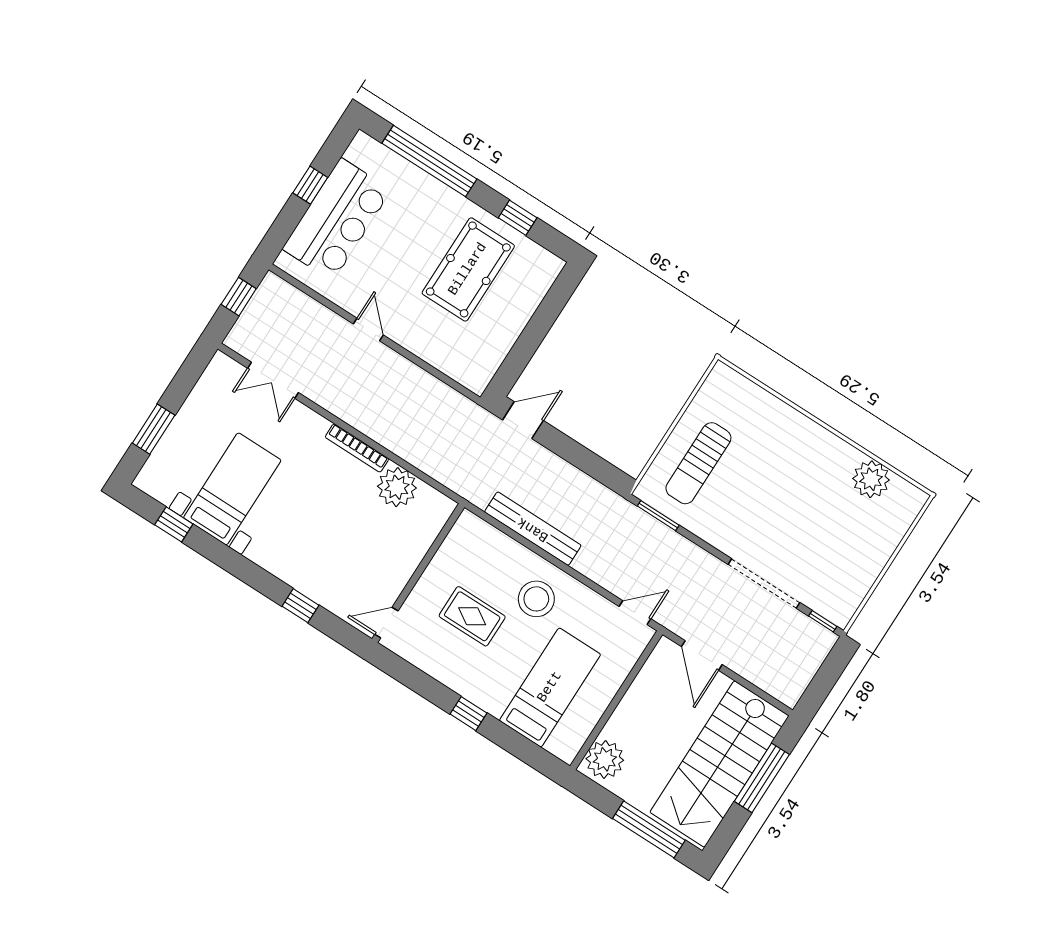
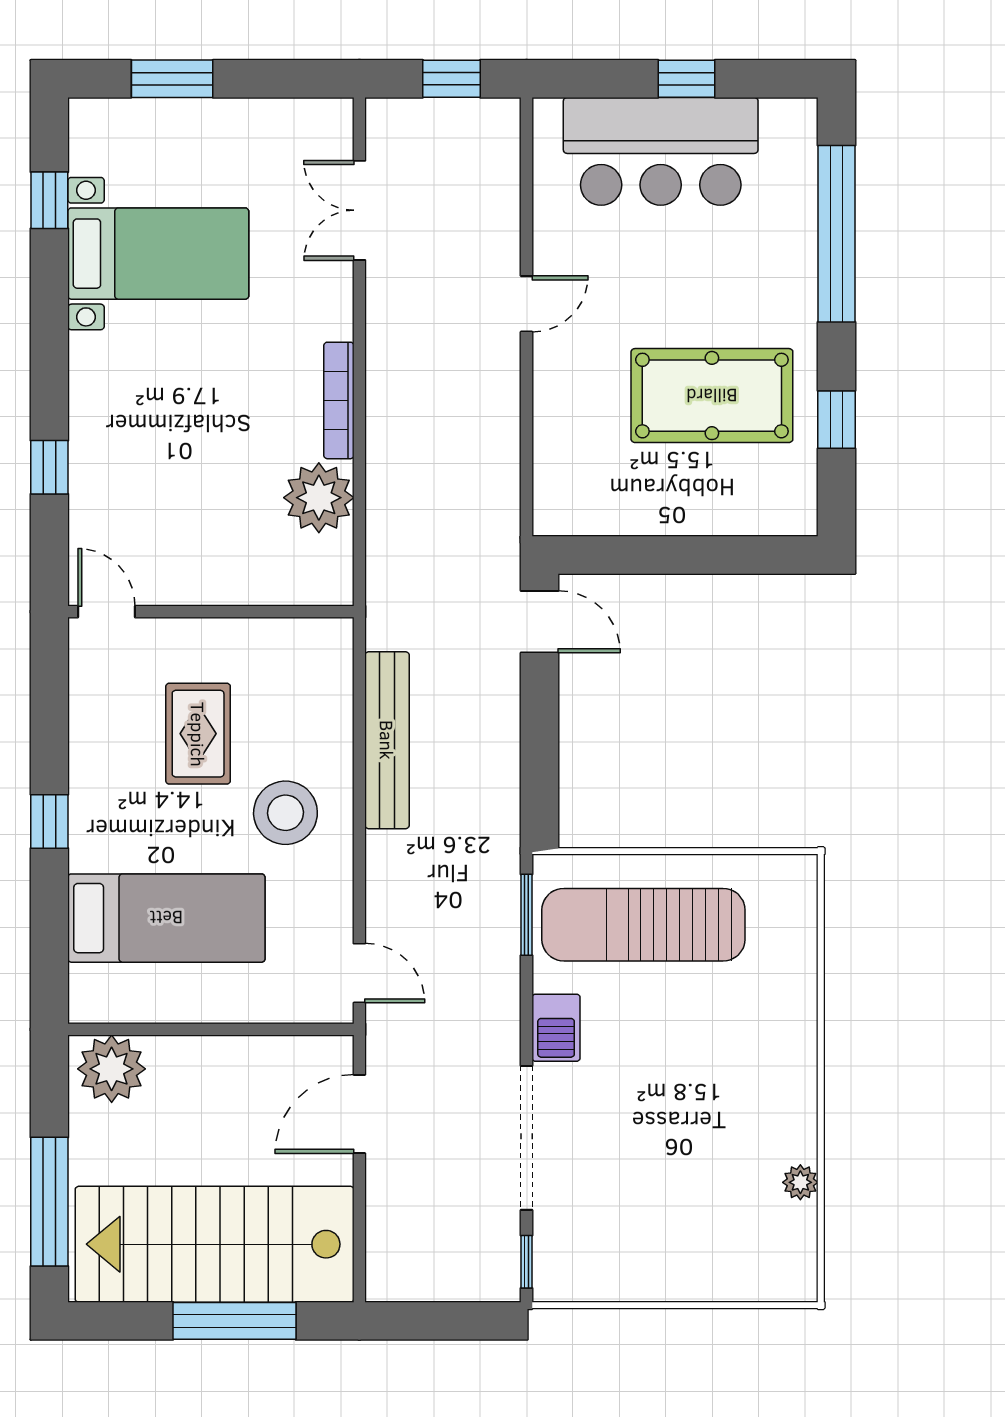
sun lounger: (698, 463) -> (643, 925), width x1.36, depth x1.34
plant: (871, 479) -> (800, 1182), width x0.53, depth x0.53
barbecue: (721, 536) -> (556, 1028), added

